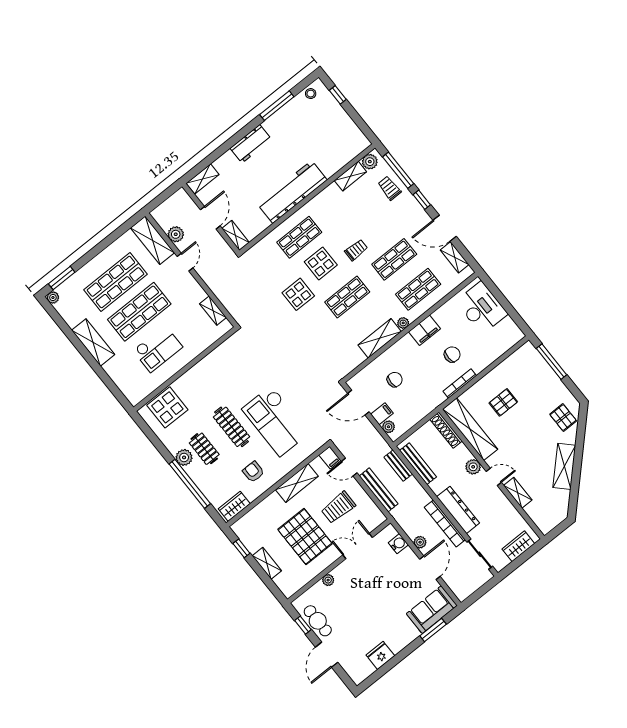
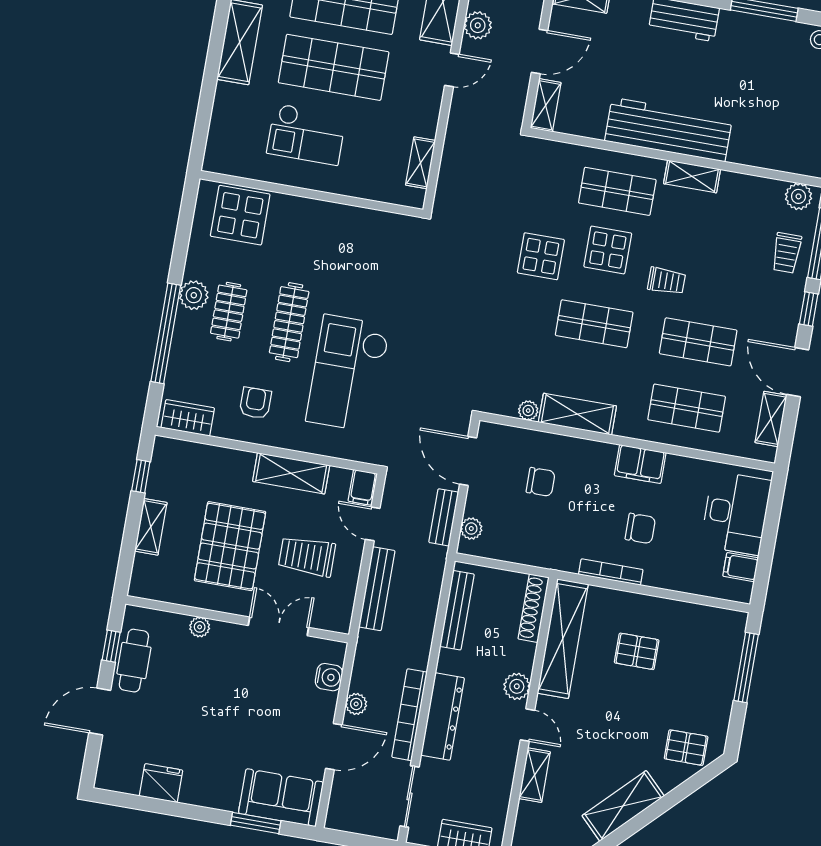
shelving: (350, 176) -> (692, 176), moved
trolley: (389, 188) -> (787, 253), turned 180
plant: (403, 323) -> (528, 411), moved
filing cabinet: (382, 414) -> (741, 567), moved, turned 180
pallet: (563, 418) -> (686, 748), turned 90
bench: (398, 466) -> (444, 517), moved

